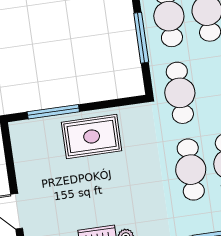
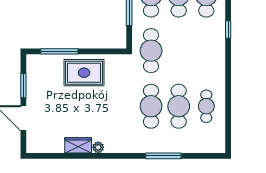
window: (10, 166) -> (23, 86), added

